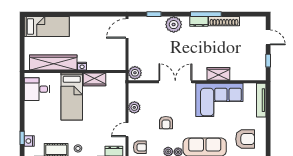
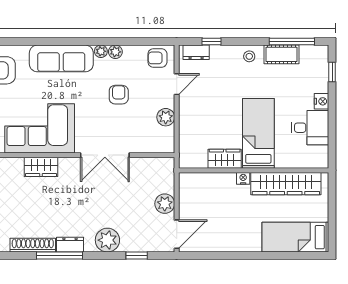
plant: (135, 73) -> (165, 204), moved
desk: (37, 89) -> (310, 128), moved
nightstand: (29, 141) -> (322, 101), moved

